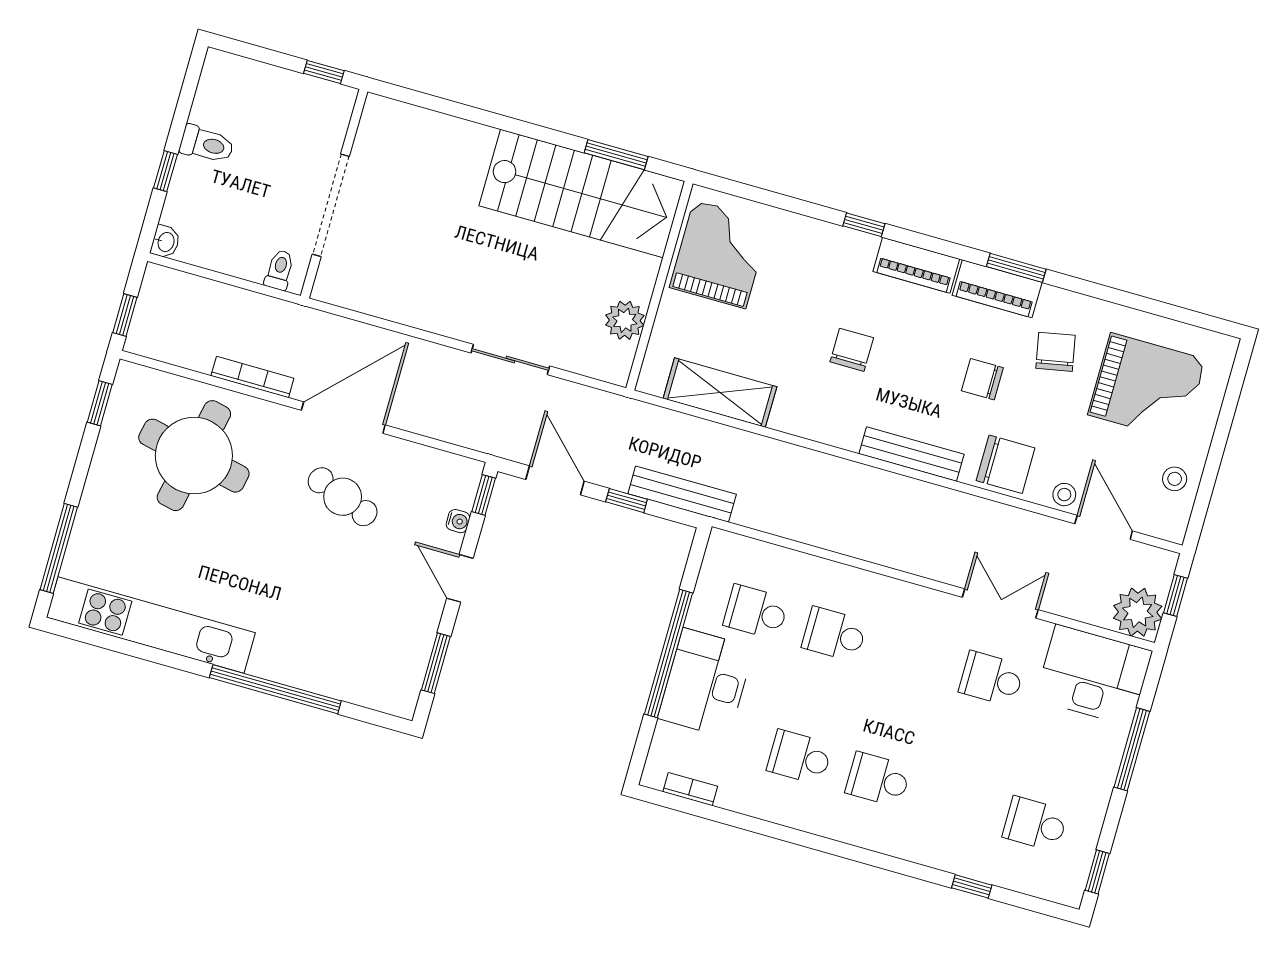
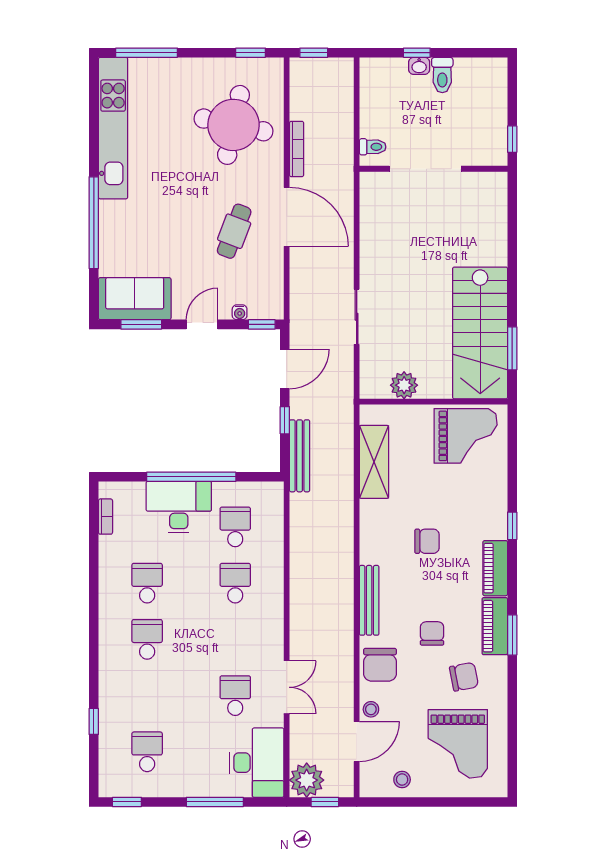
washbasin: (165, 242) -> (419, 66), moved
sofa: (398, 662) -> (135, 299), added

